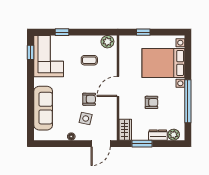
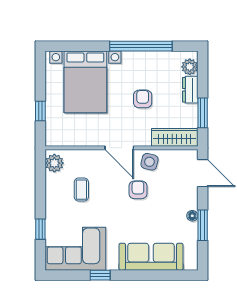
window: (31, 52) -> (100, 275), moved
side table: (86, 118) -> (149, 162), moved
wardrobe: (125, 130) -> (175, 137), width x1.50
window: (65, 144) -> (203, 225), added

